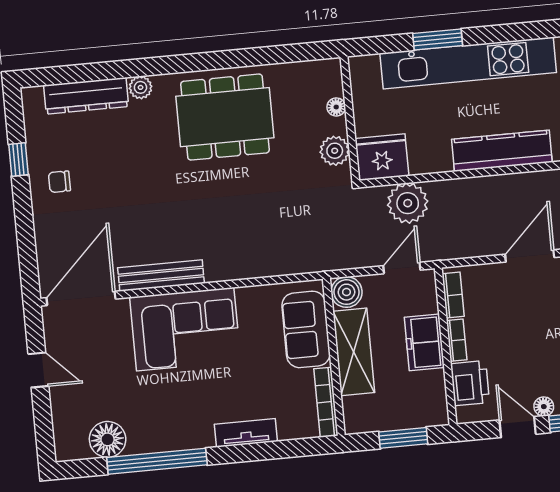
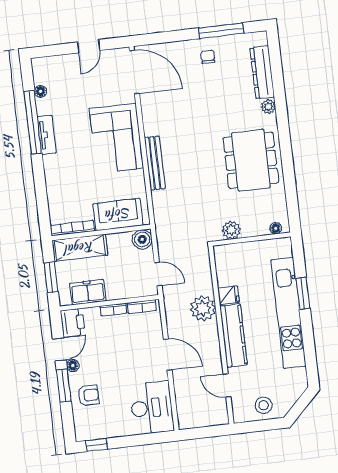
floor lamp: (336, 107) -> (276, 228), moved
fridge: (382, 157) -> (229, 295), moved, width x0.53, depth x0.75
window: (19, 160) -> (221, 31), width x2.17
plant: (408, 203) -> (203, 308), moved
bench: (161, 276) -> (155, 163), moved
freezer: (424, 342) -> (88, 292), moved
shelving: (354, 352) -> (80, 248), moved
printer: (470, 383) -> (73, 323), moved, turned -90
tv unit: (246, 433) -> (47, 135), moved
floor lamp: (108, 439) -> (40, 91), width x0.53, depth x0.53

